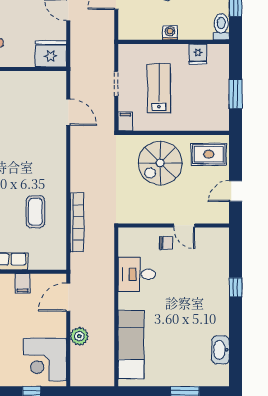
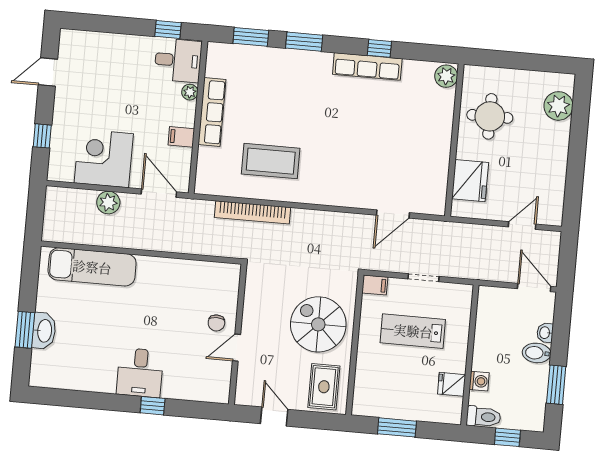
washing machine: (170, 33) -> (479, 381), moved
fridge: (51, 54) -> (470, 181), moved
lab bench: (159, 88) -> (413, 331), turned 180
coffee table: (35, 212) -> (271, 161), width x1.36, depth x1.32
desk: (137, 274) -> (140, 373), moved, turned 180
washbasin: (221, 350) -> (44, 331), moved, turned 90
corner desk: (45, 359) -> (104, 158), moved

